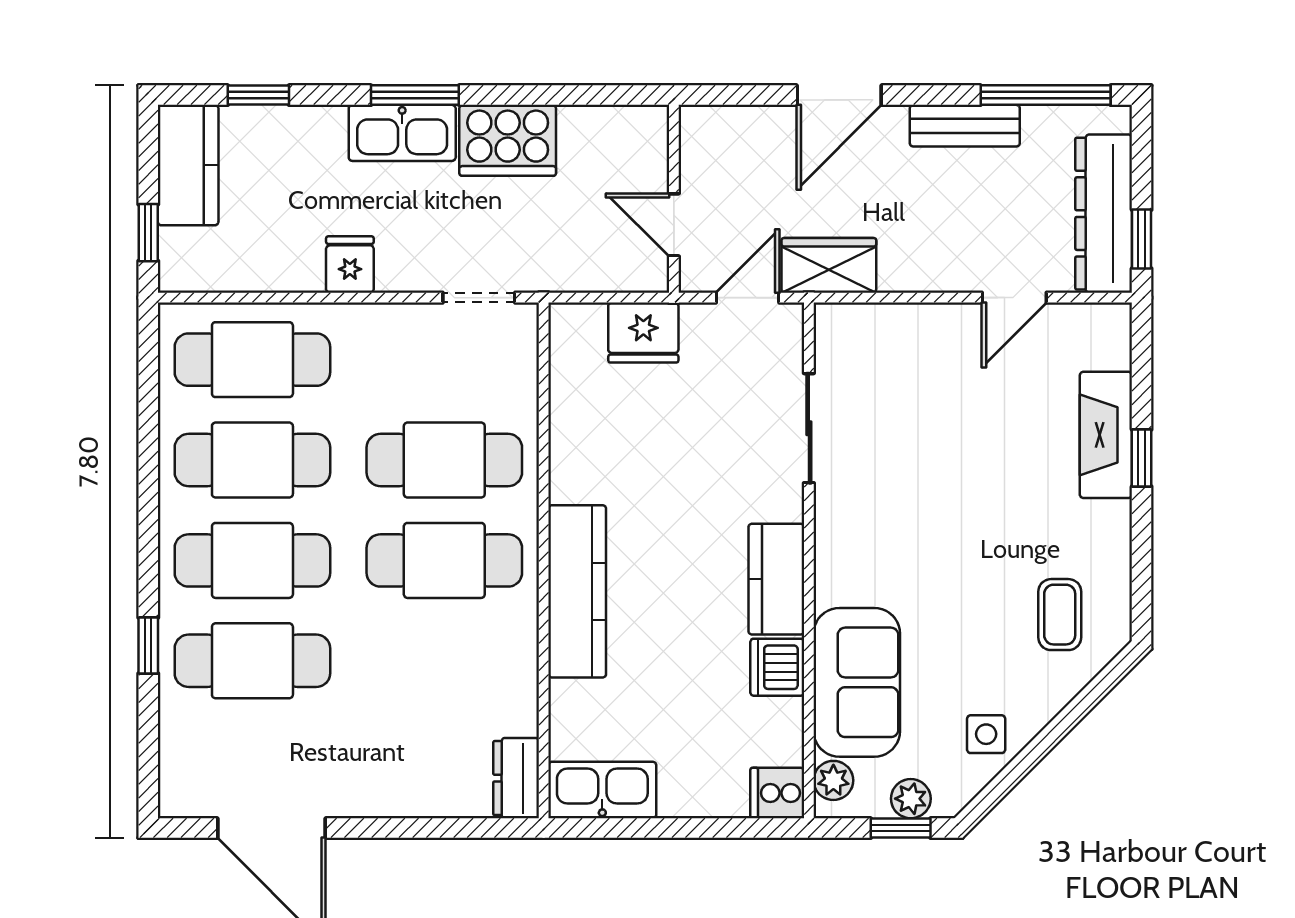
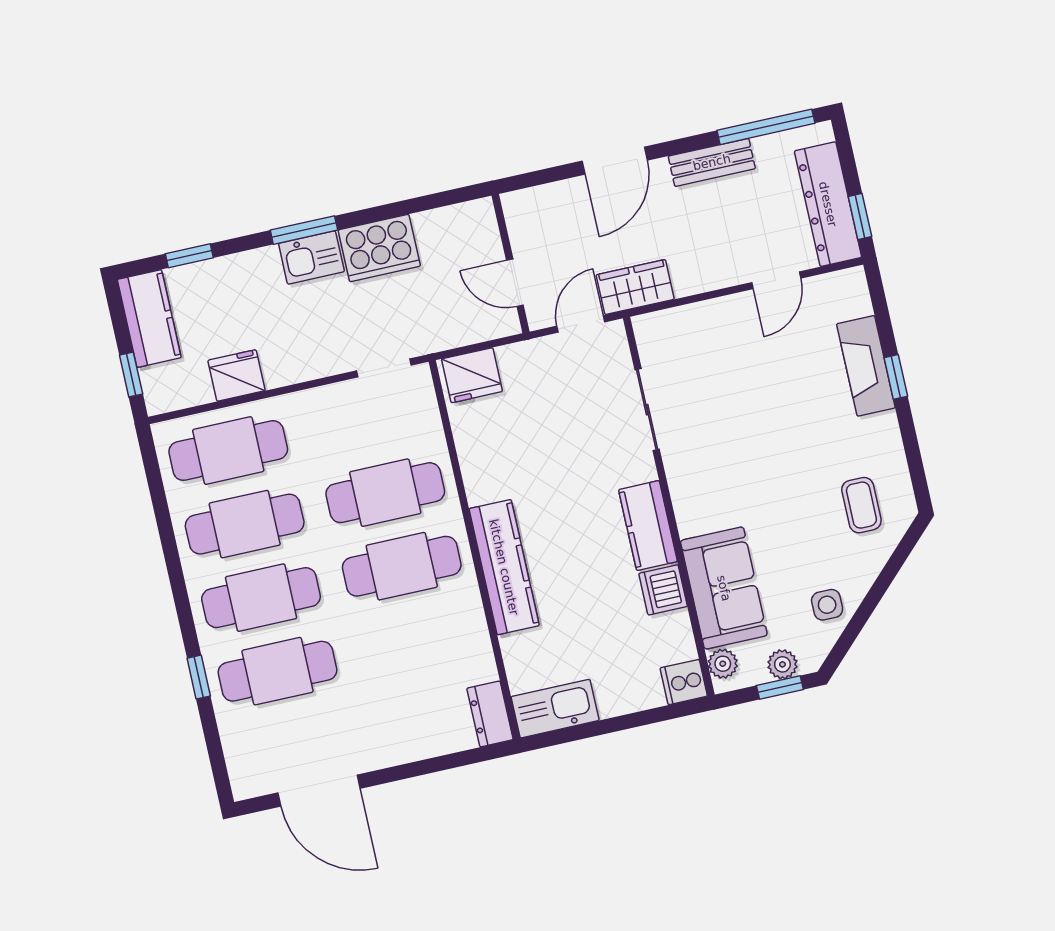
kitchen sink: (402, 133) -> (311, 257), width x0.73
fridge: (350, 264) -> (237, 375), moved, width x1.38
fridge: (643, 333) -> (472, 375), moved

